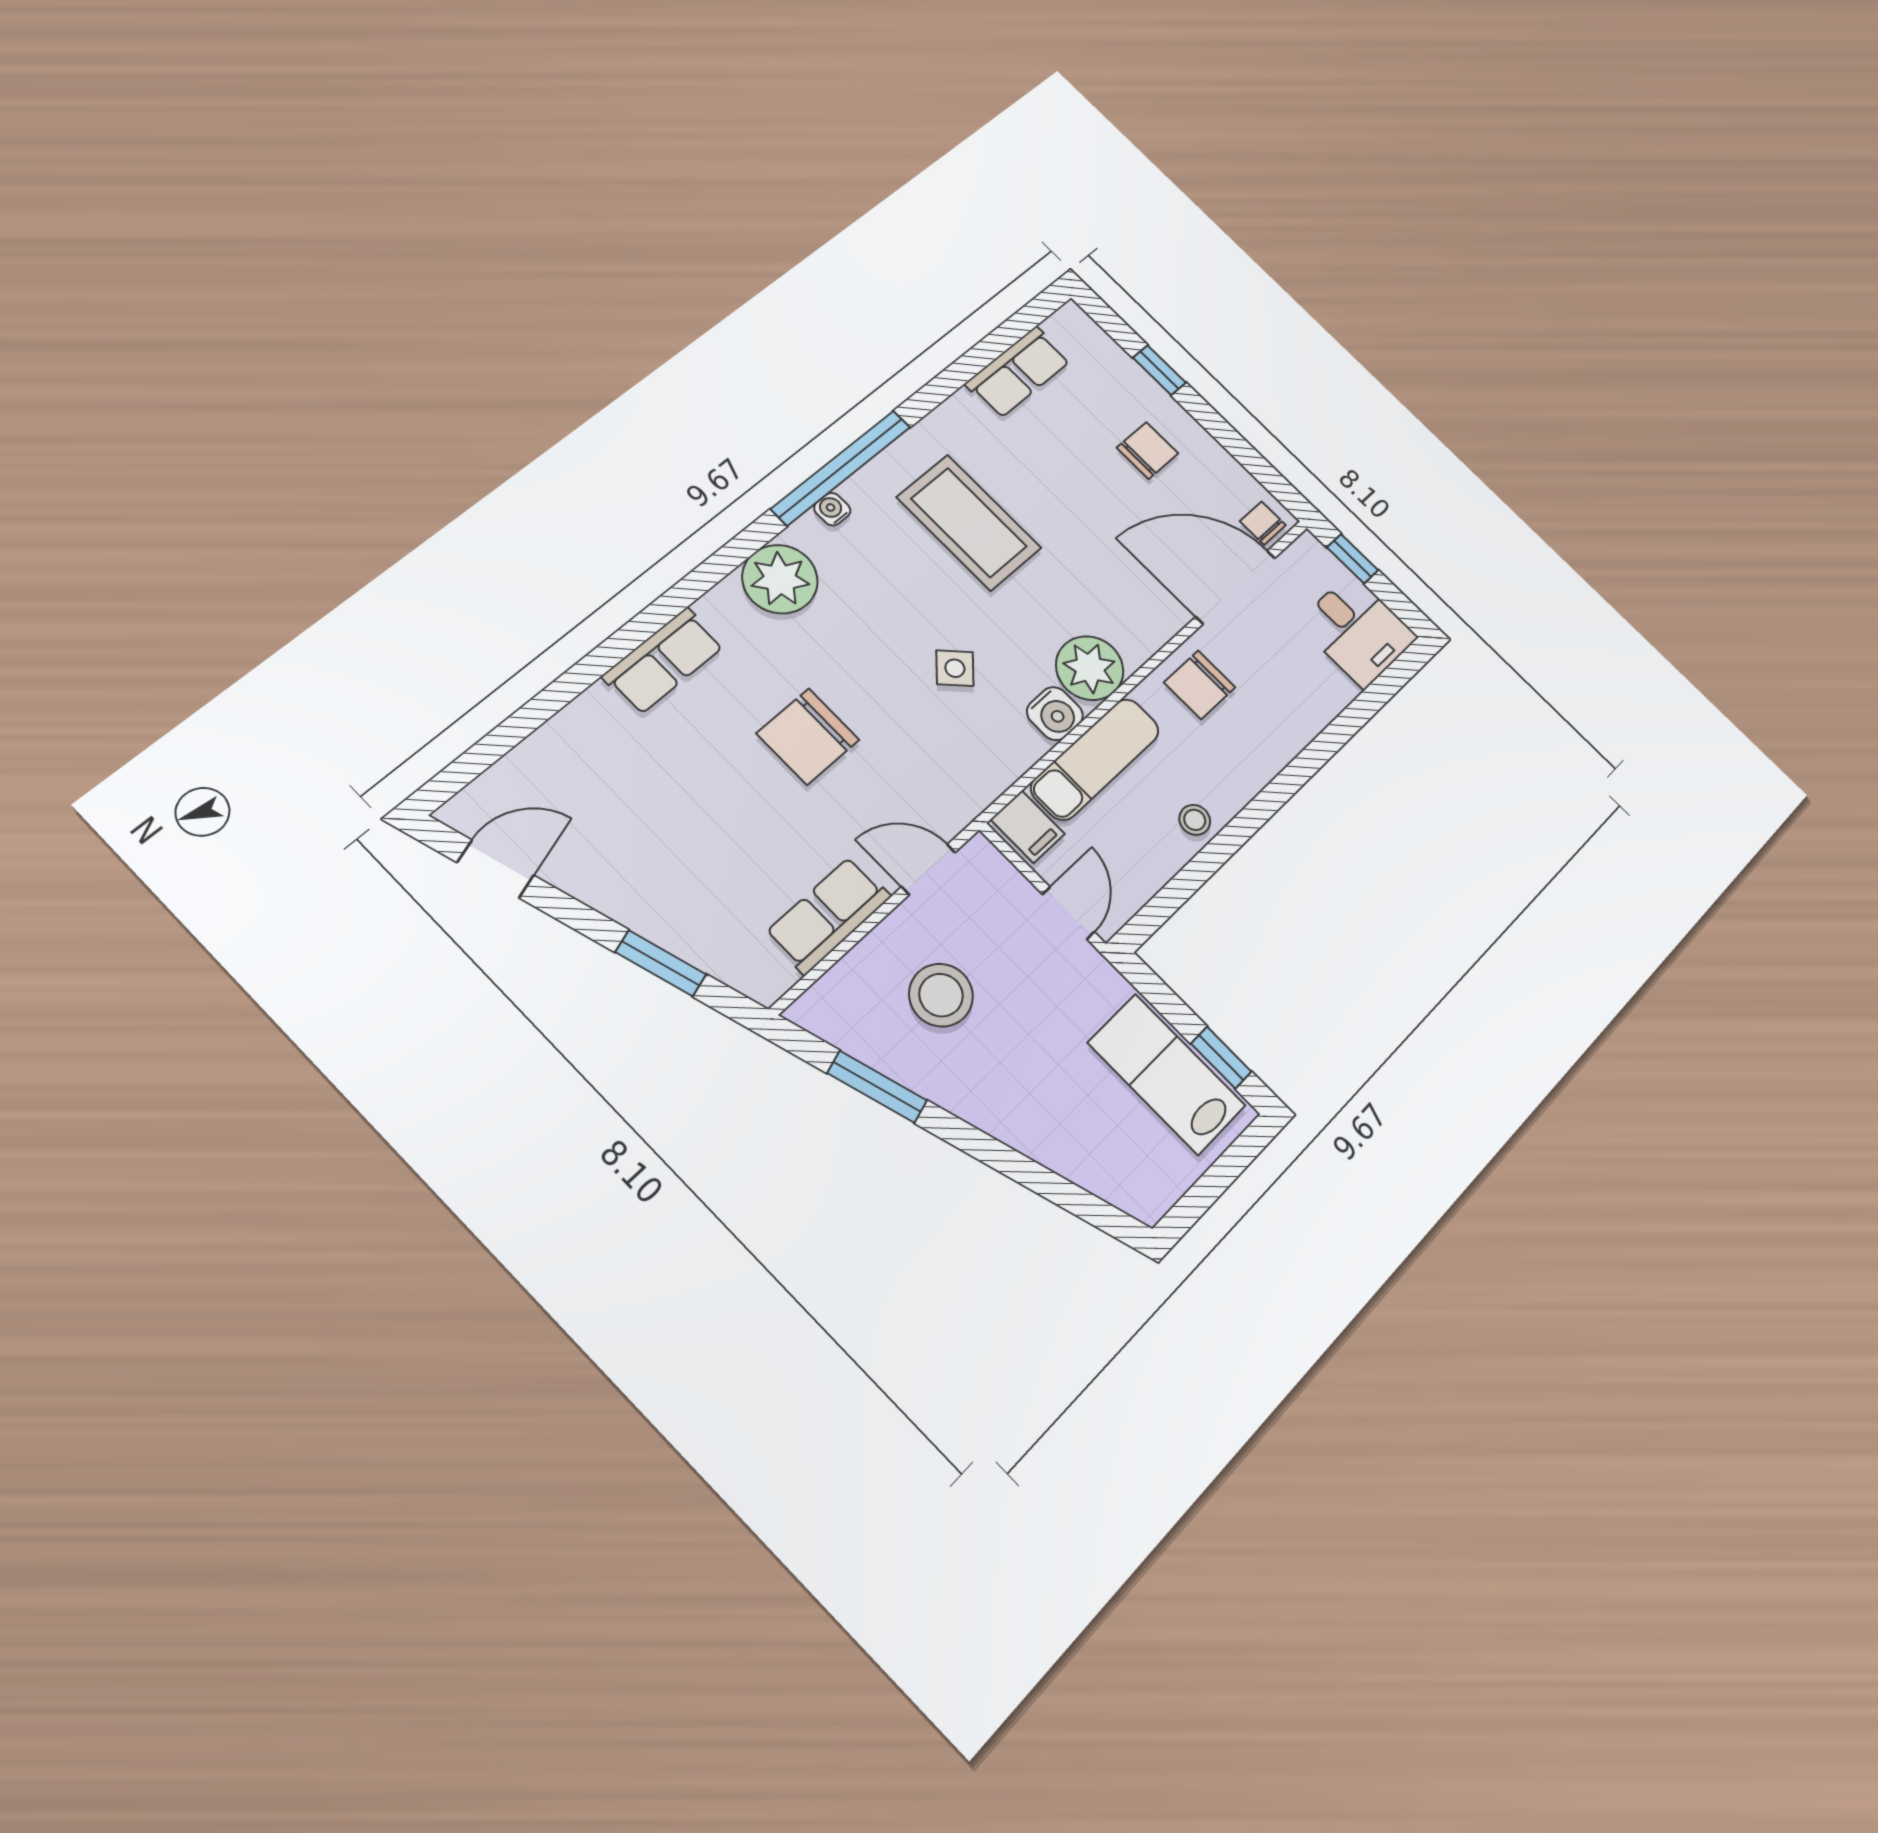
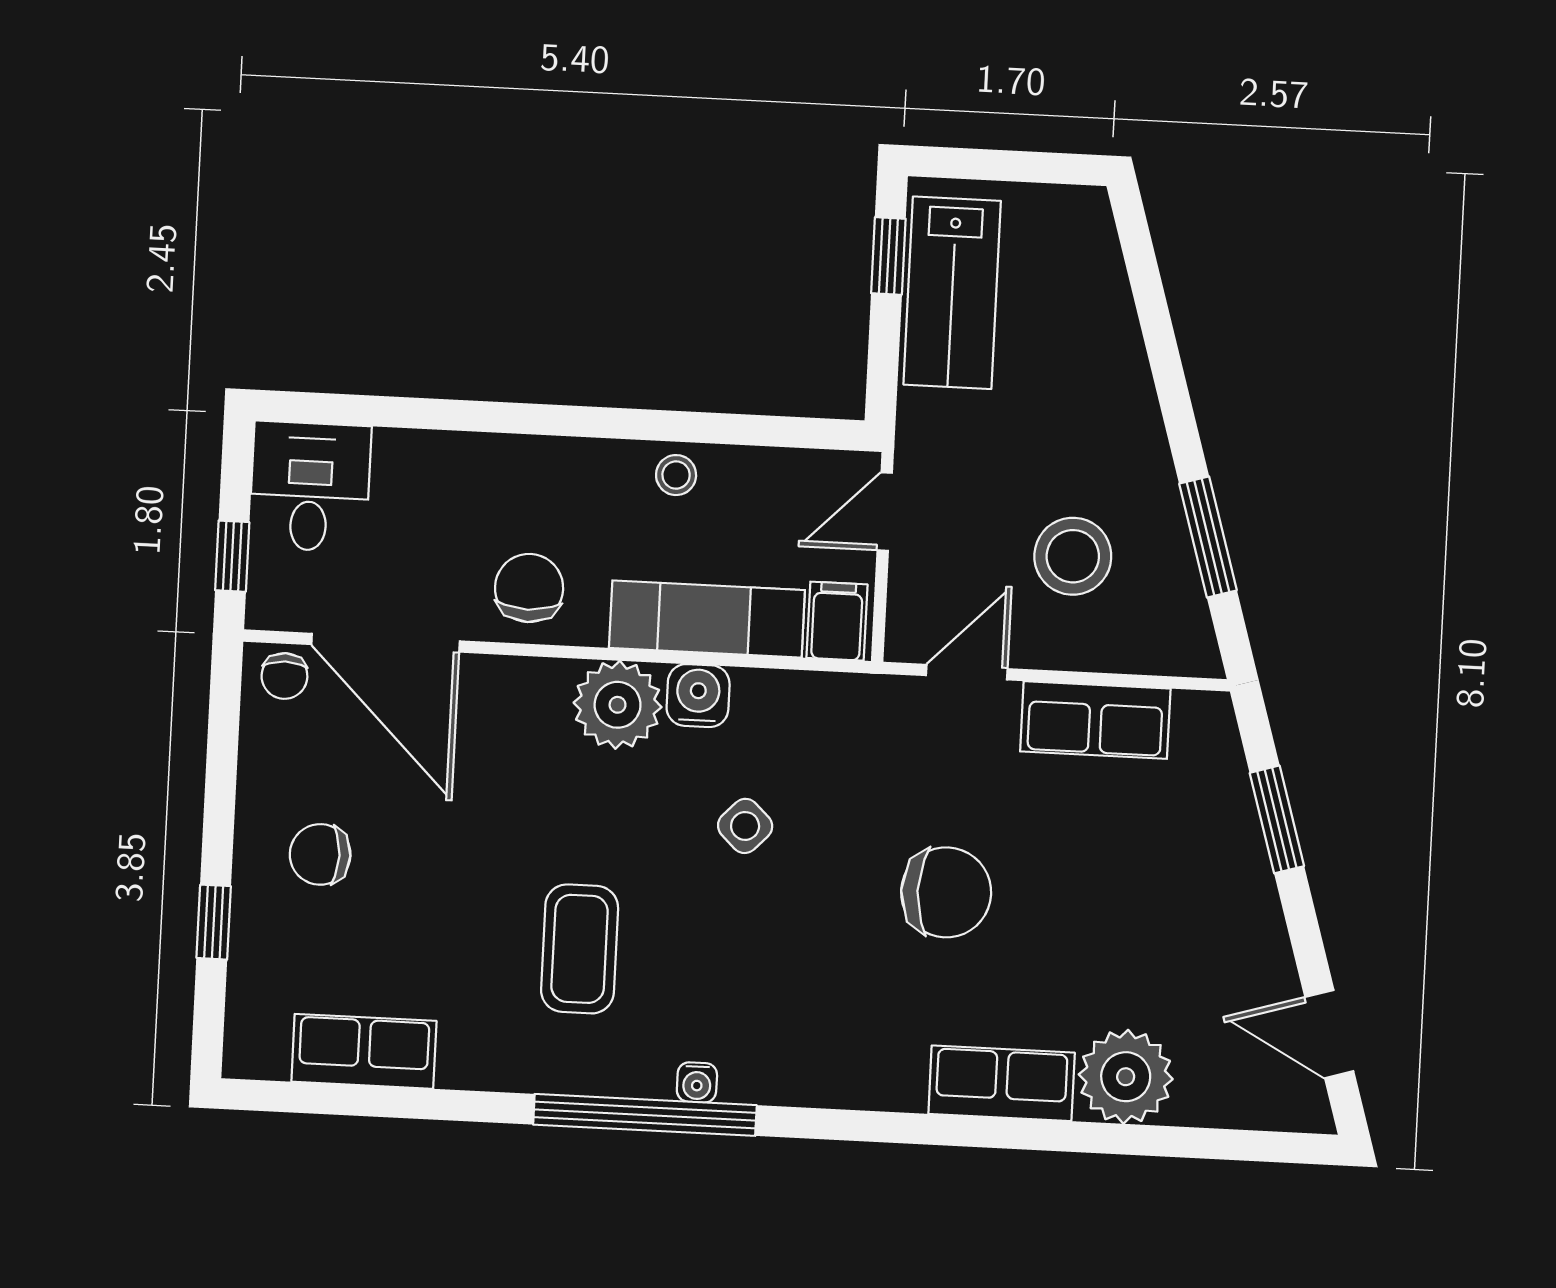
coffee table: (969, 523) -> (580, 949), width x0.73, depth x0.76
plant: (780, 579) -> (1126, 1077), moved
chair: (1200, 685) -> (529, 588), turned -90
door: (928, 869) -> (967, 672), swing flipped

